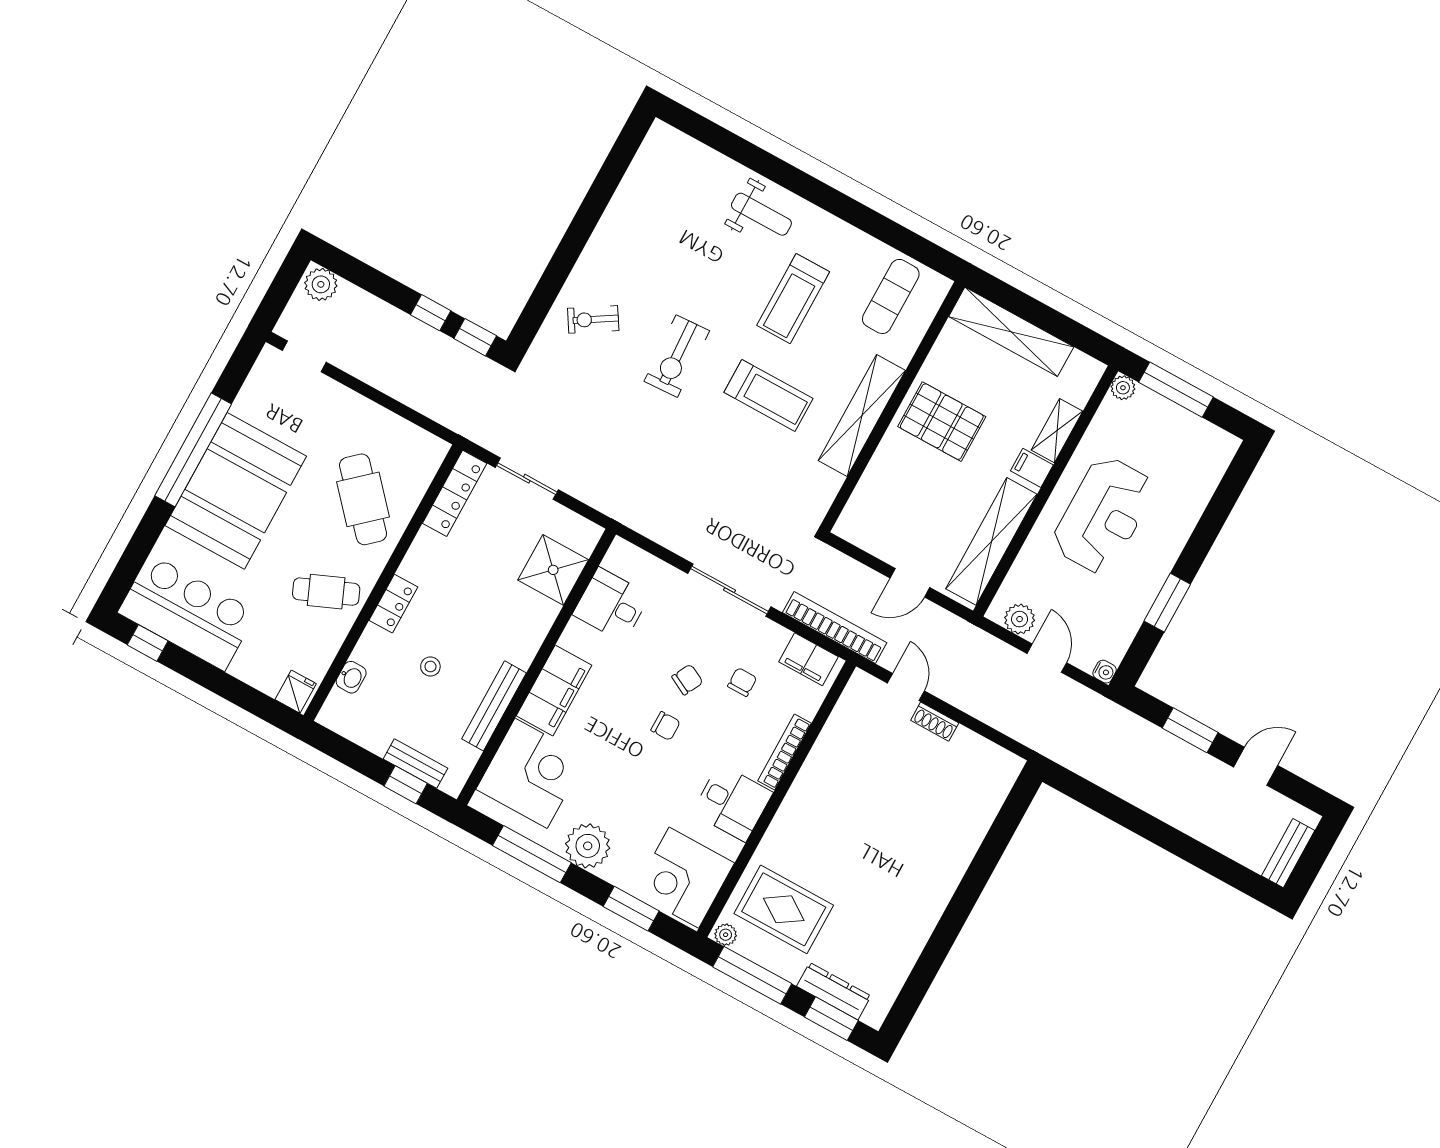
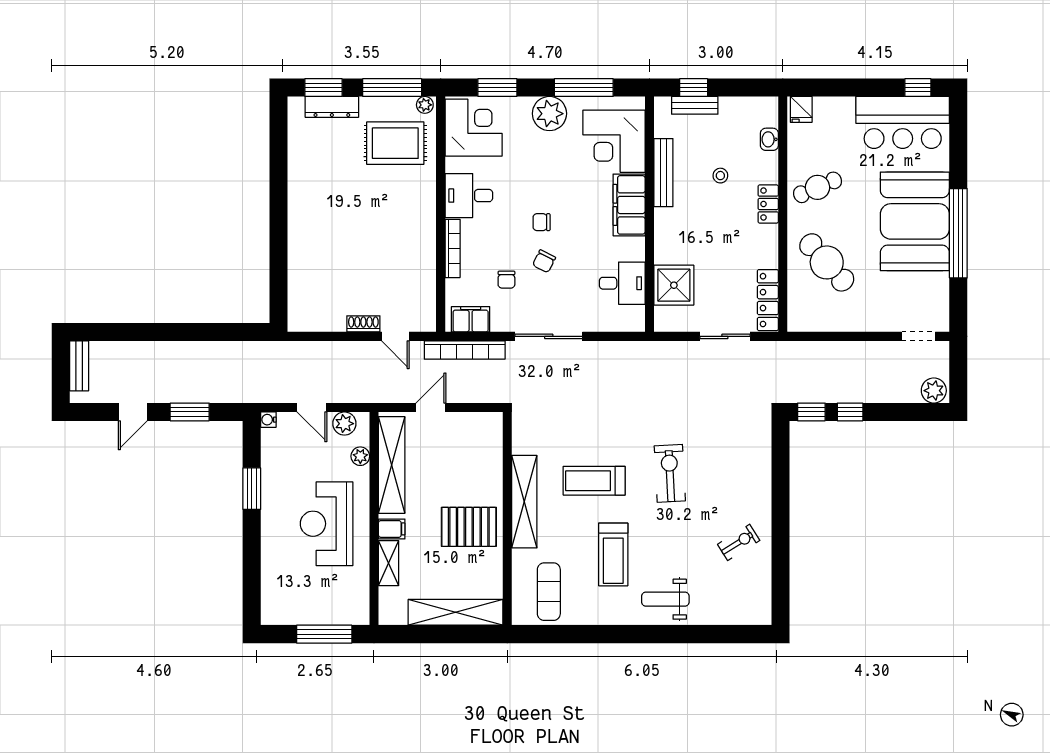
treadmill: (793, 299) -> (613, 554), turned 180
exercise bike: (593, 319) -> (739, 542), moved
plant: (1123, 388) -> (360, 456), moved

